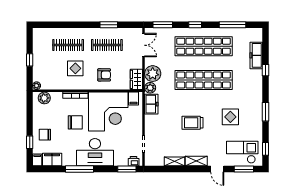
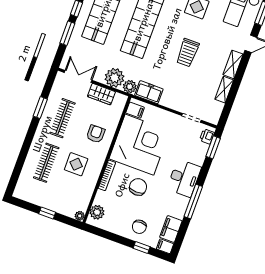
window: (163, 25) -> (67, 33), moved
wardrobe: (136, 79) -> (101, 94), moved
desk: (95, 152) -> (184, 178), width x0.73, depth x0.77

